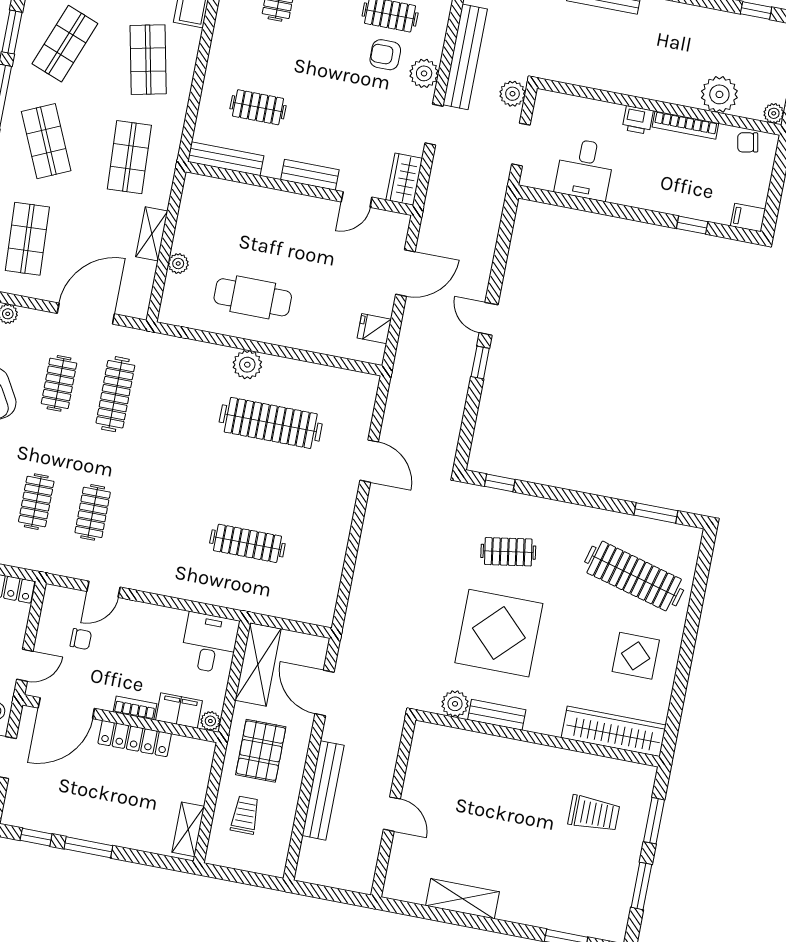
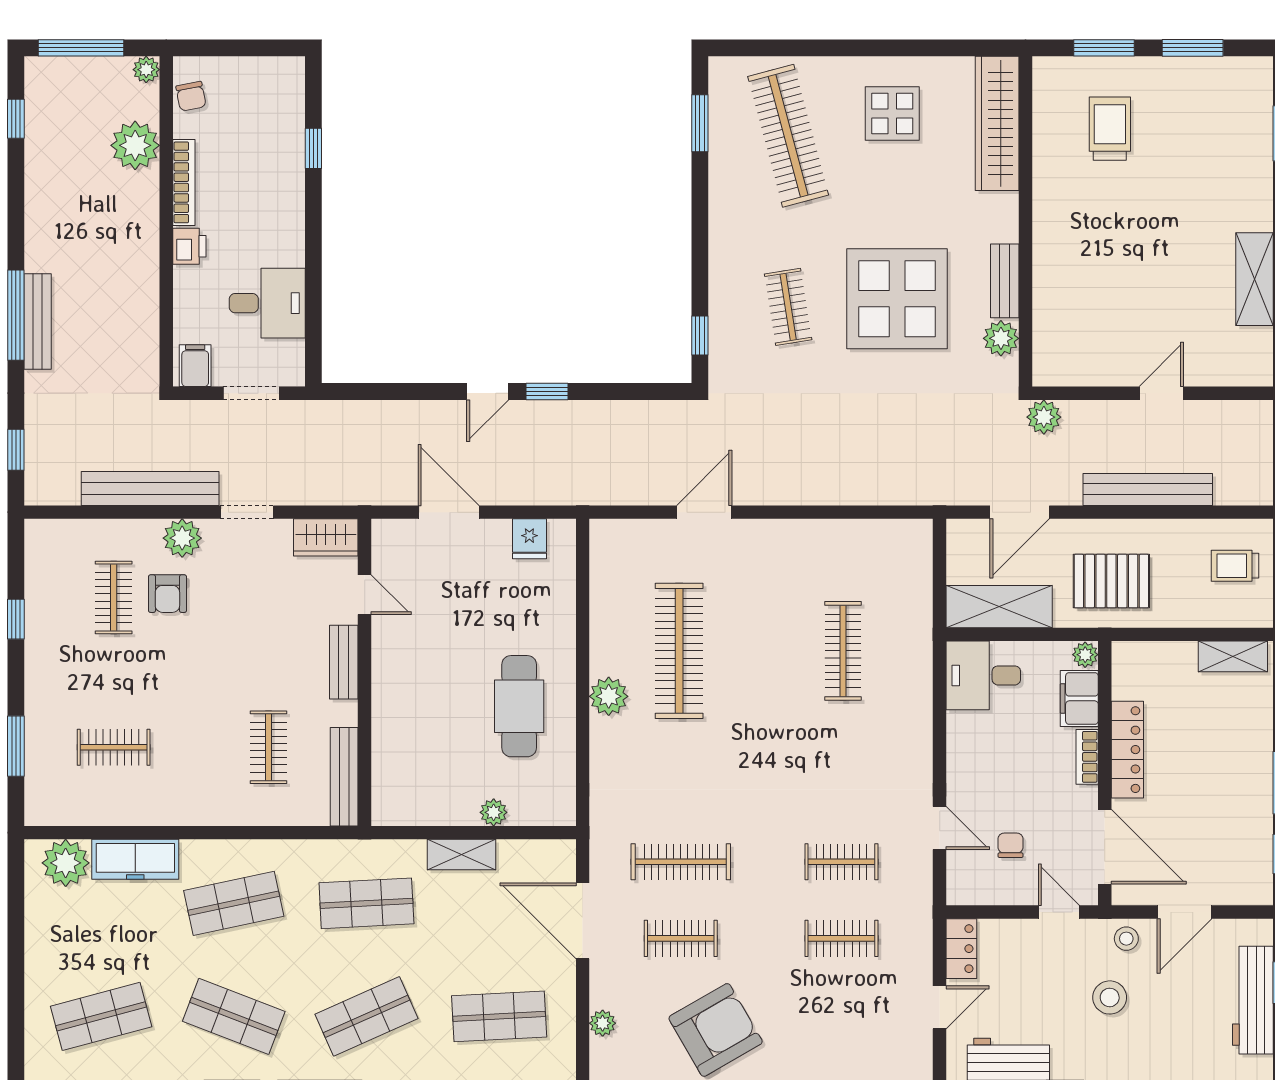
plant: (512, 94) -> (1044, 417), moved
filing cabinet: (748, 218) -> (195, 366), moved, turned 180
clothes rail: (634, 576) -> (788, 136), turned -30
trolley: (245, 815) -> (1235, 566), moved

